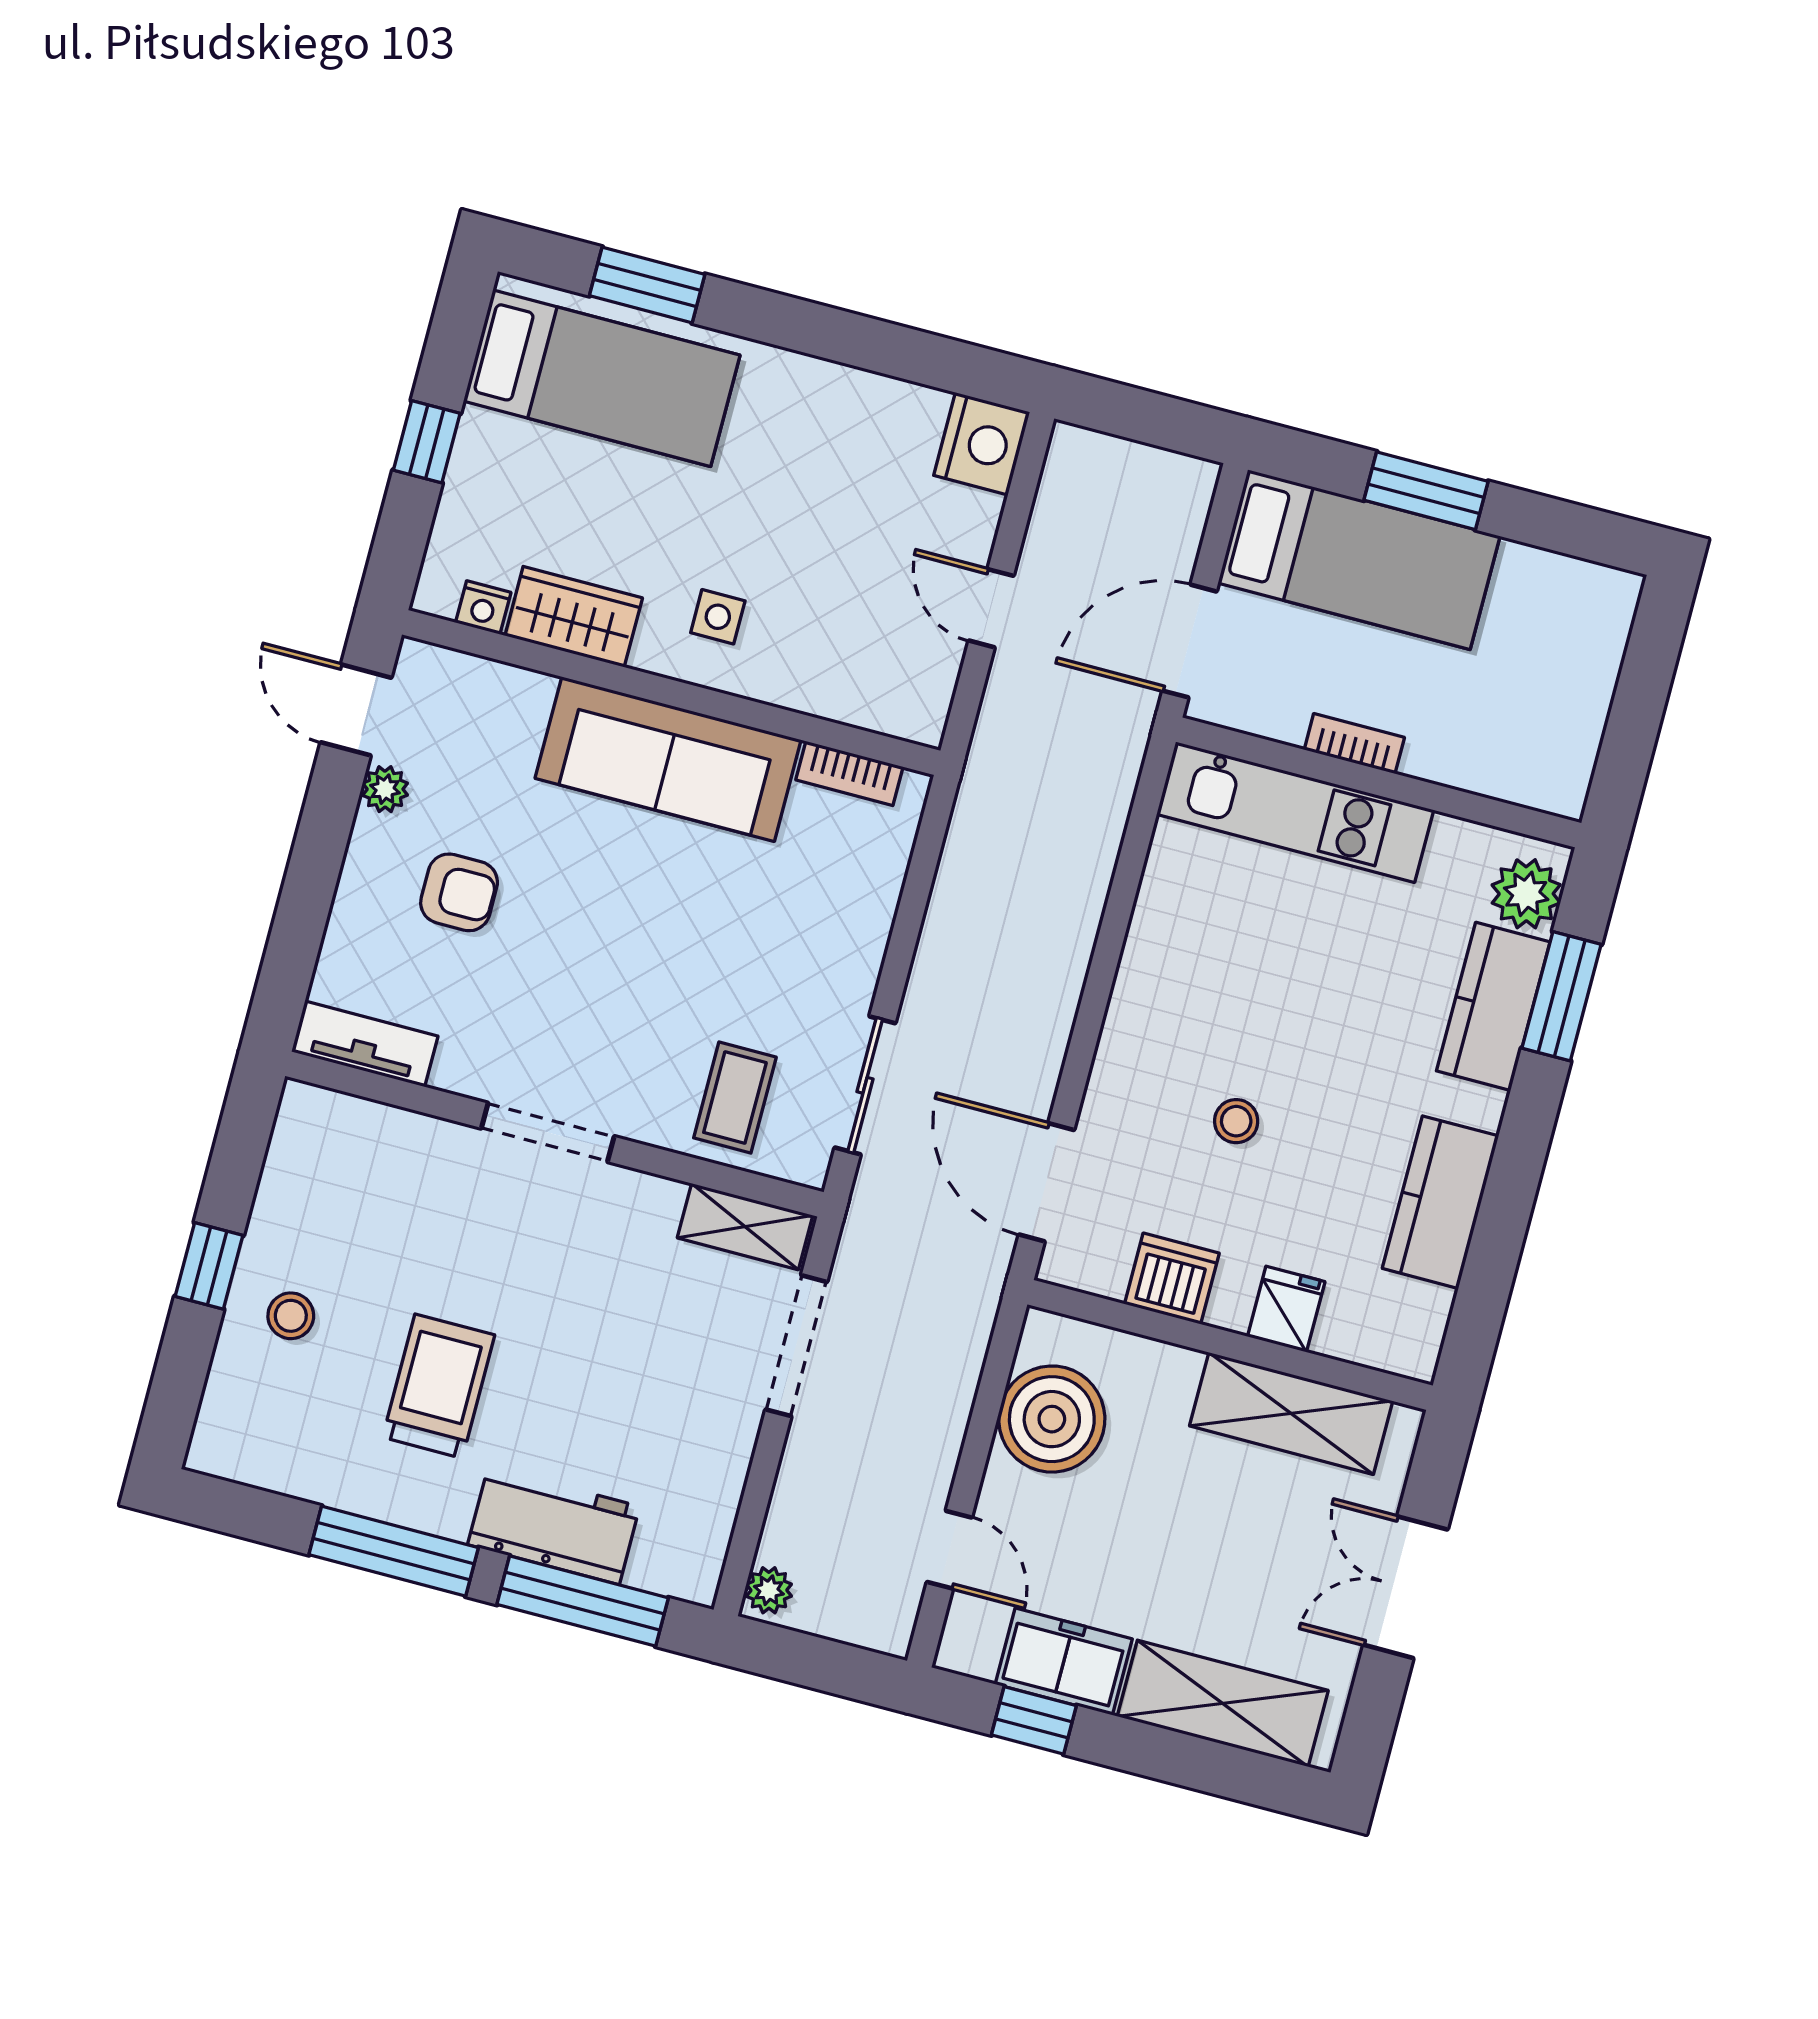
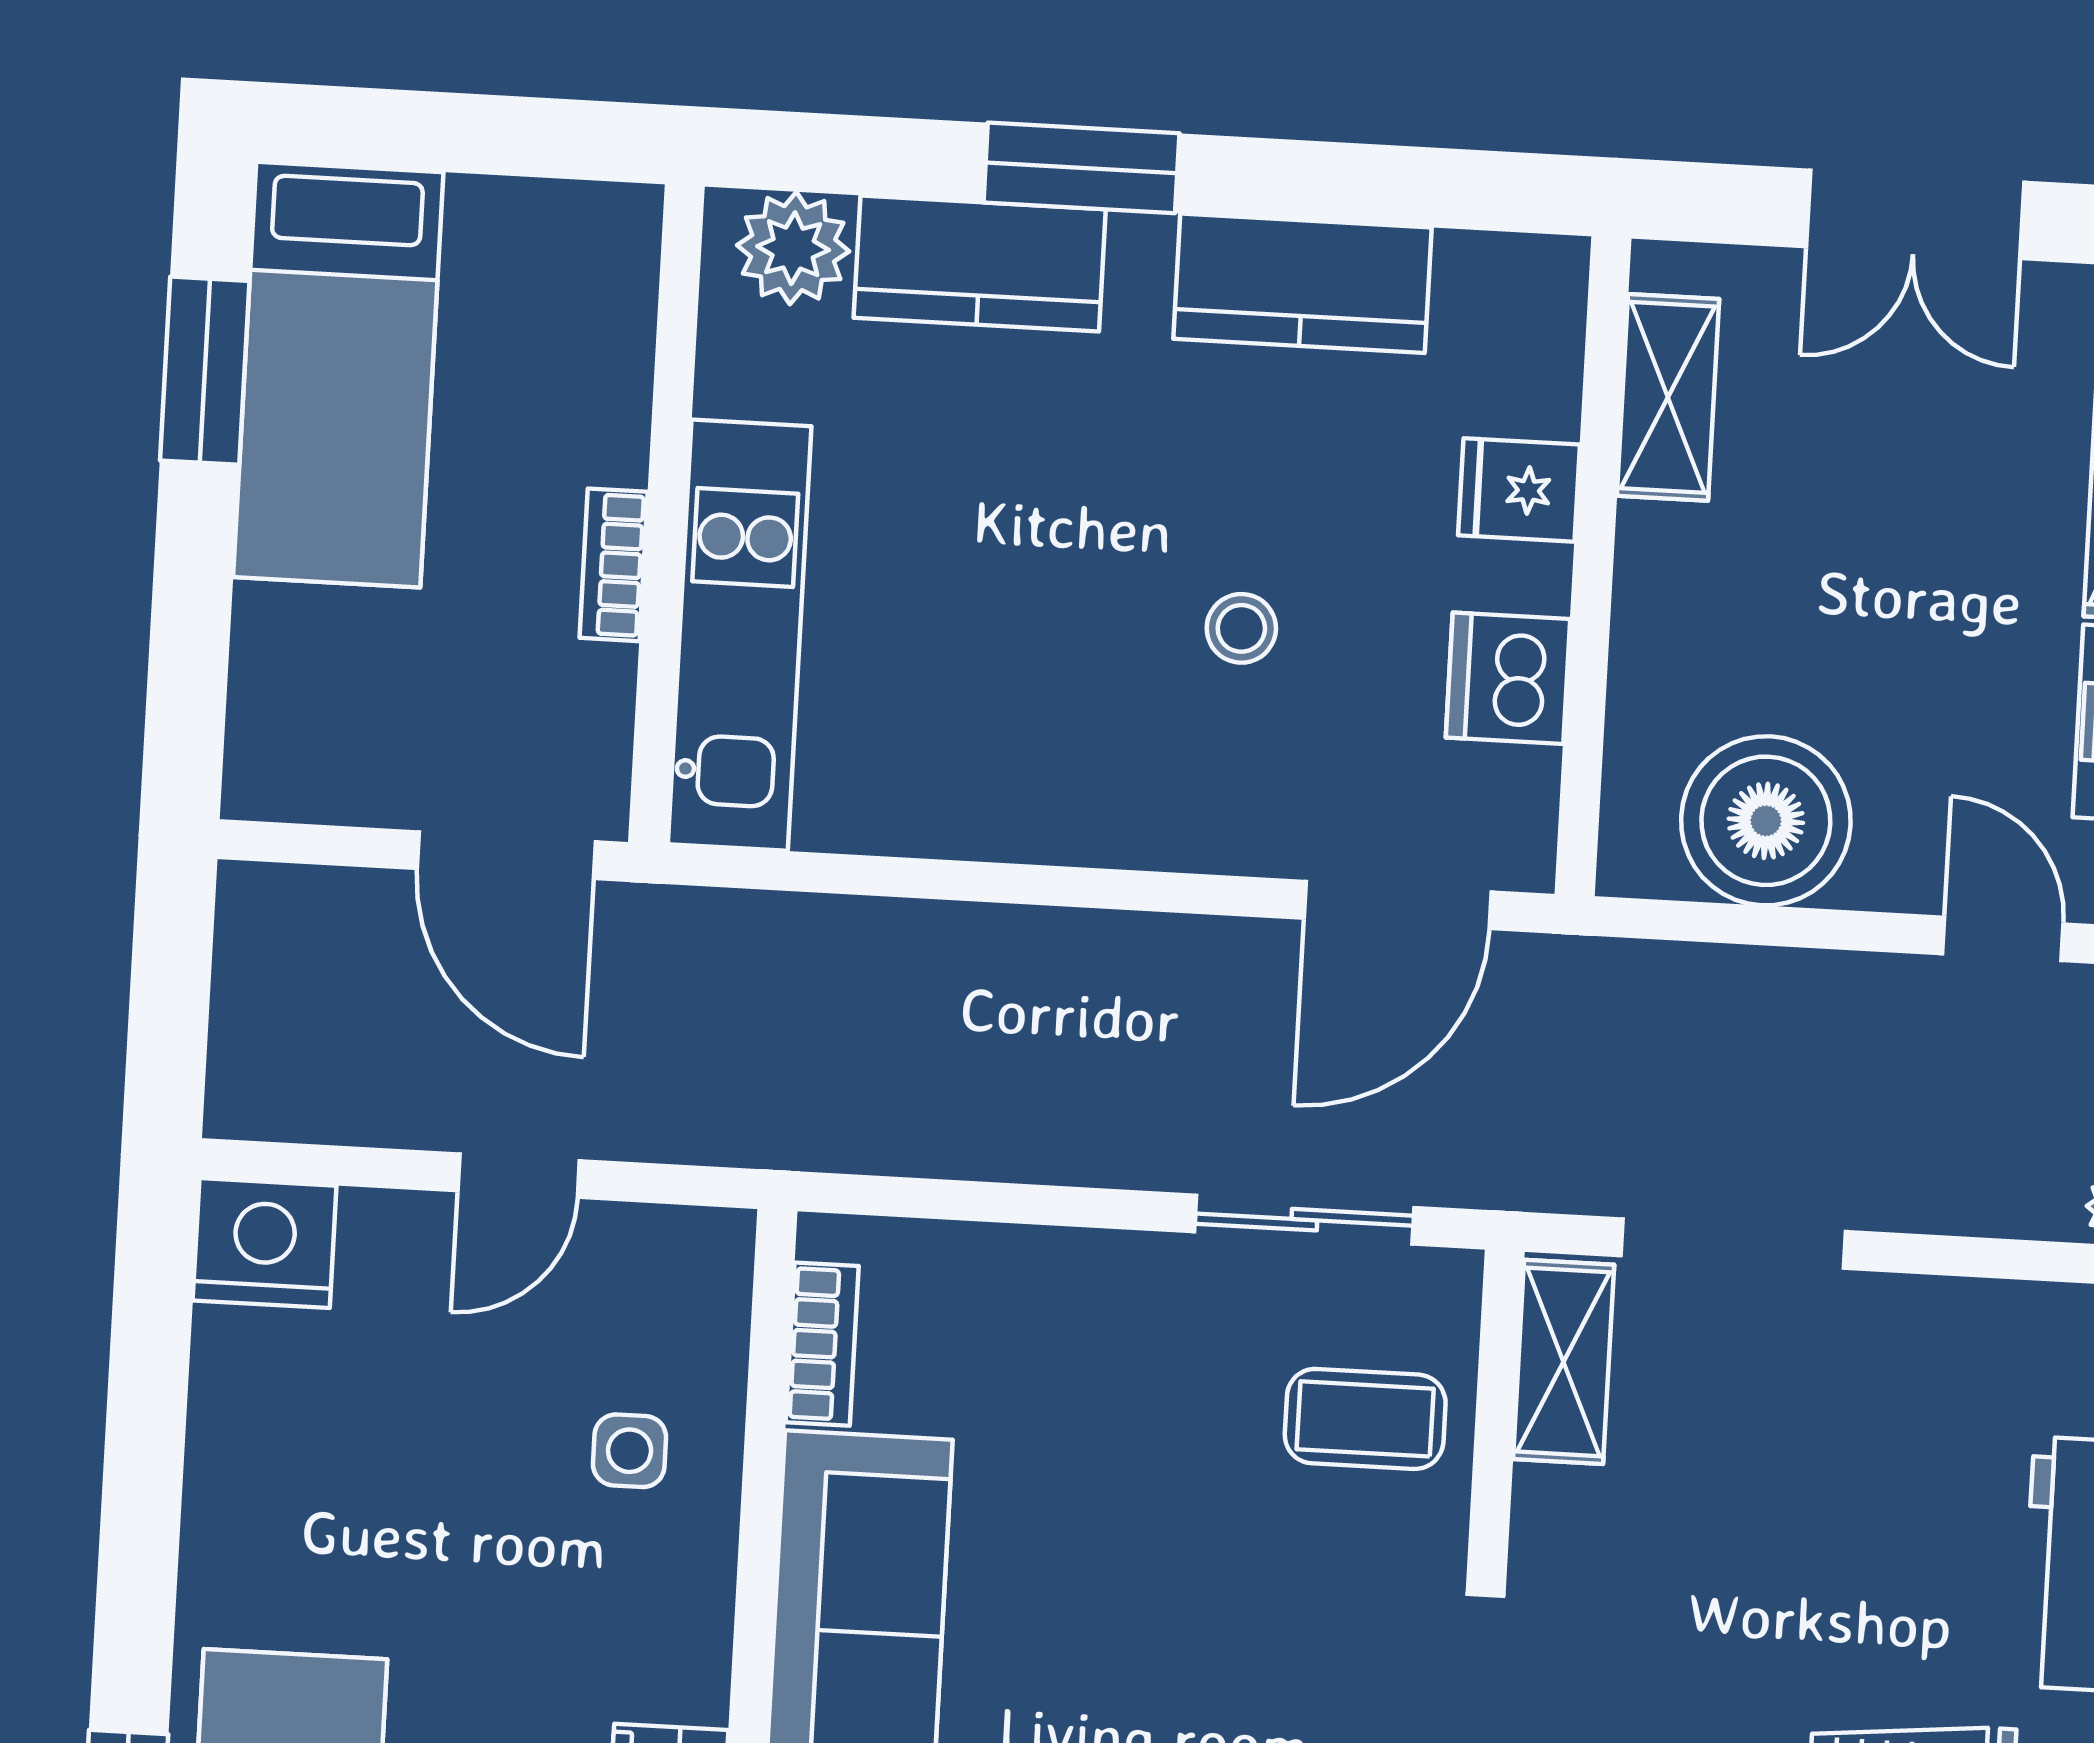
window: (1426, 491) -> (205, 371), moved
bed: (1359, 560) -> (338, 375), moved, turned 180
side table: (718, 617) -> (630, 1451), moved
window: (1562, 996) -> (1081, 168), moved
shelving: (1291, 1413) -> (1668, 397), width x0.67, depth x0.75
door: (949, 1550) -> (2003, 939), hinge flipped

